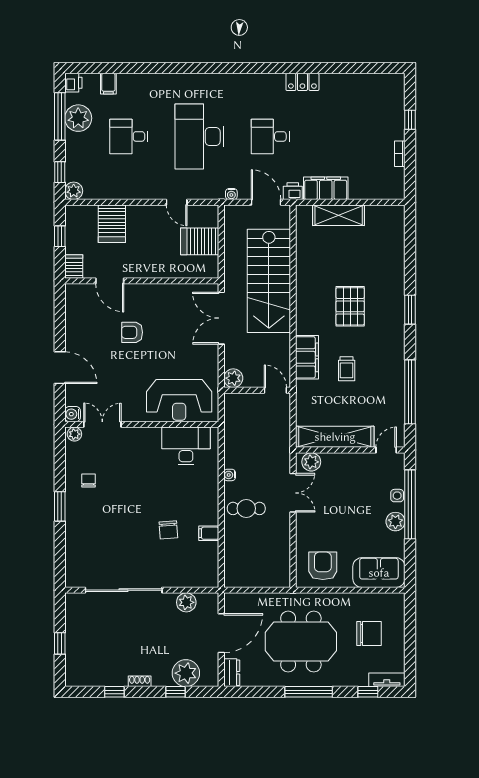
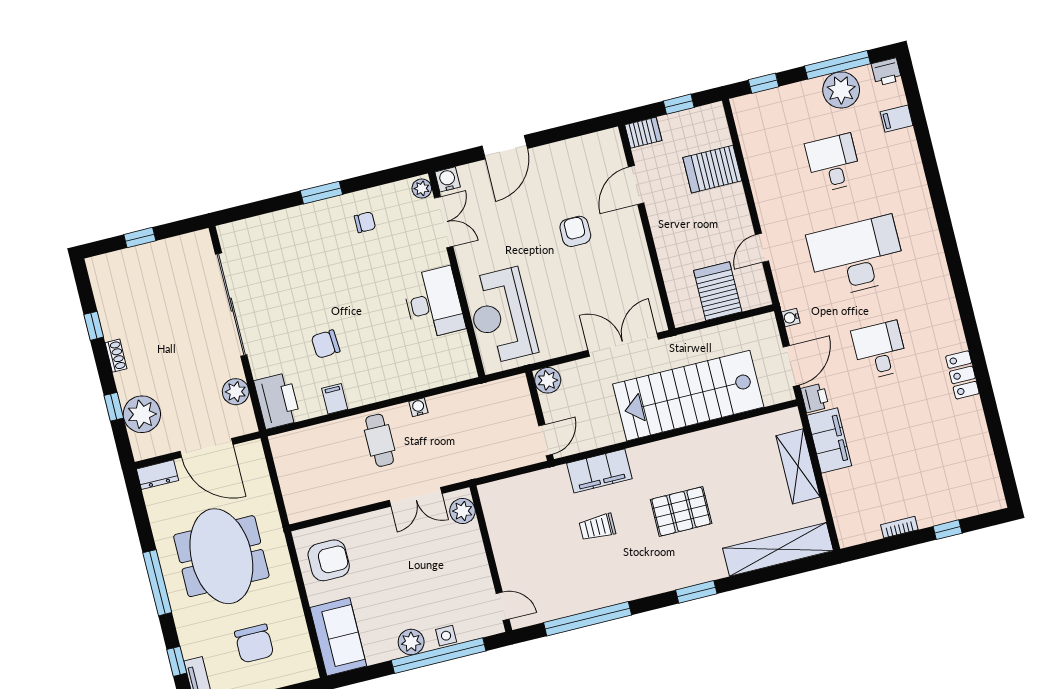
plant: (74, 191) -> (743, 108), removed
shelving: (335, 437) -> (778, 549), moved, turned 90
desk: (186, 446) -> (433, 303), moved
printer: (200, 574) -> (277, 401), added

